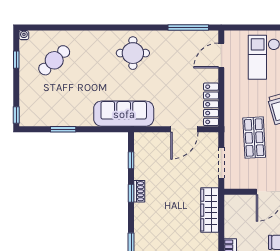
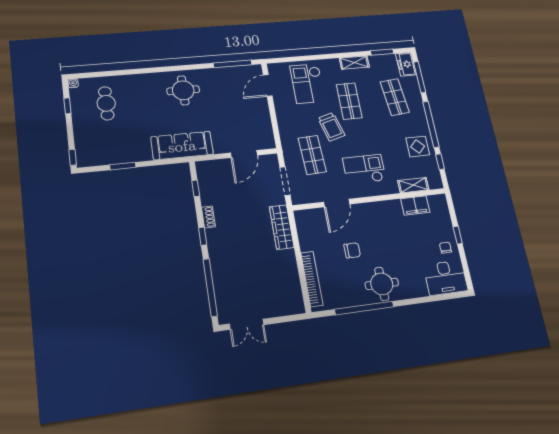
cafe table: (54, 60) -> (106, 103), turned -47
locker: (211, 104) -> (266, 129), removed
window: (131, 193) -> (203, 236), moved

